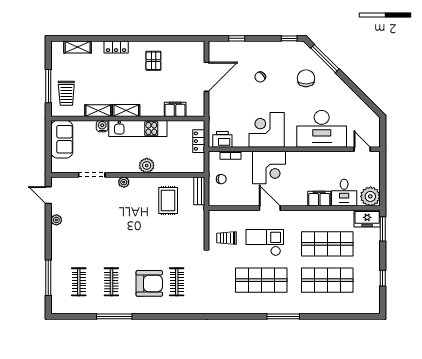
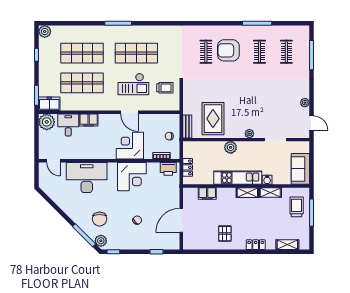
plant: (304, 52) -> (101, 241), added
rug: (168, 200) -> (213, 119), width x1.36, depth x1.43
plant: (373, 306) -> (45, 32), added

